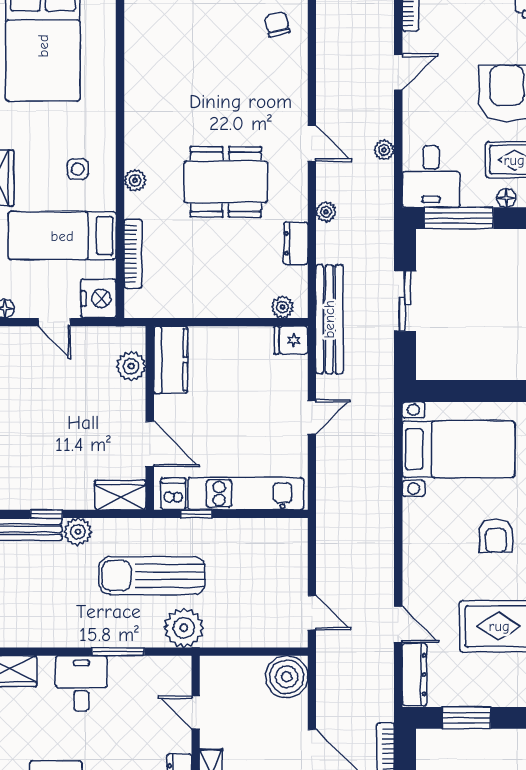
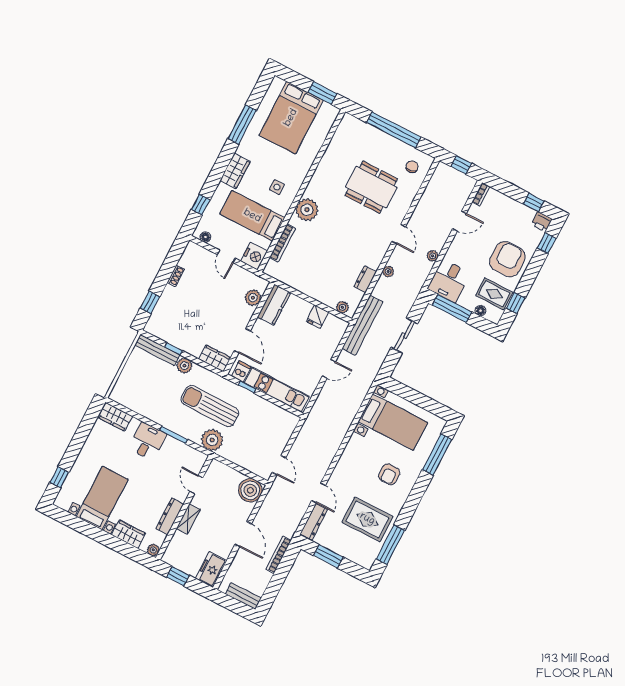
plant: (135, 180) -> (307, 210), width x1.88, depth x1.88
dining table: (226, 182) -> (371, 187), moved
fridge: (291, 340) -> (318, 317), moved, turned -90

